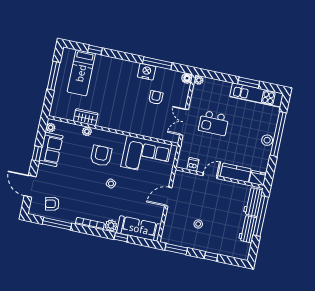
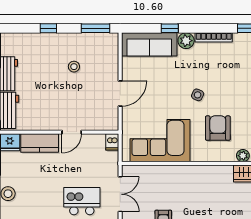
armchair: (101, 156) -> (218, 128), turned 180
dishwasher: (193, 164) -> (112, 142), moved

